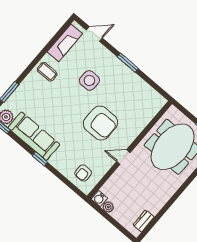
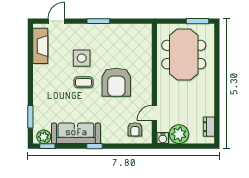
coffee table: (47, 72) -> (84, 82), moved
armchair: (100, 123) -> (116, 82), turned 90
door: (123, 157) -> (154, 113), moved
plant: (108, 207) -> (179, 134), width x1.88, depth x1.88

